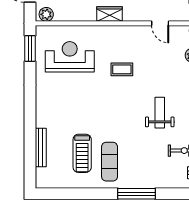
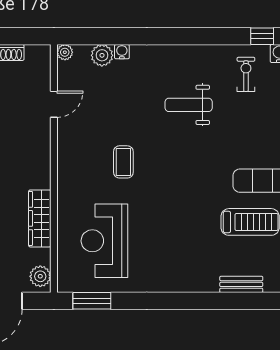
wardrobe: (109, 14) -> (40, 218), moved, width x1.50
bench: (41, 147) -> (241, 284), width x0.73

